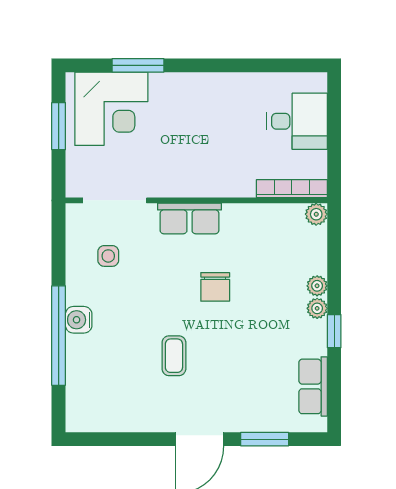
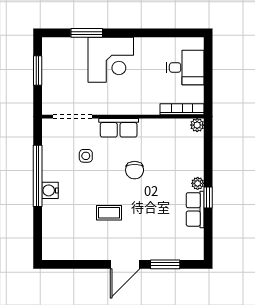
corner desk: (111, 109) -> (111, 60), moved
side table: (108, 256) -> (86, 156), moved
plant: (317, 286) -> (198, 169), removed
window: (59, 336) -> (38, 176), moved
coffee table: (174, 356) -> (109, 213), turned 90
row of seats: (313, 386) -> (195, 209), moved

